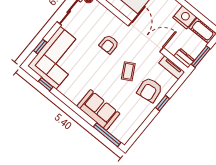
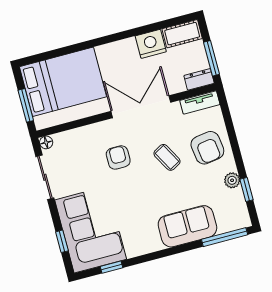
armchair: (109, 44) -> (118, 157), turned 180
window: (163, 103) -> (246, 190), moved
plant: (141, 116) -> (232, 180), added

